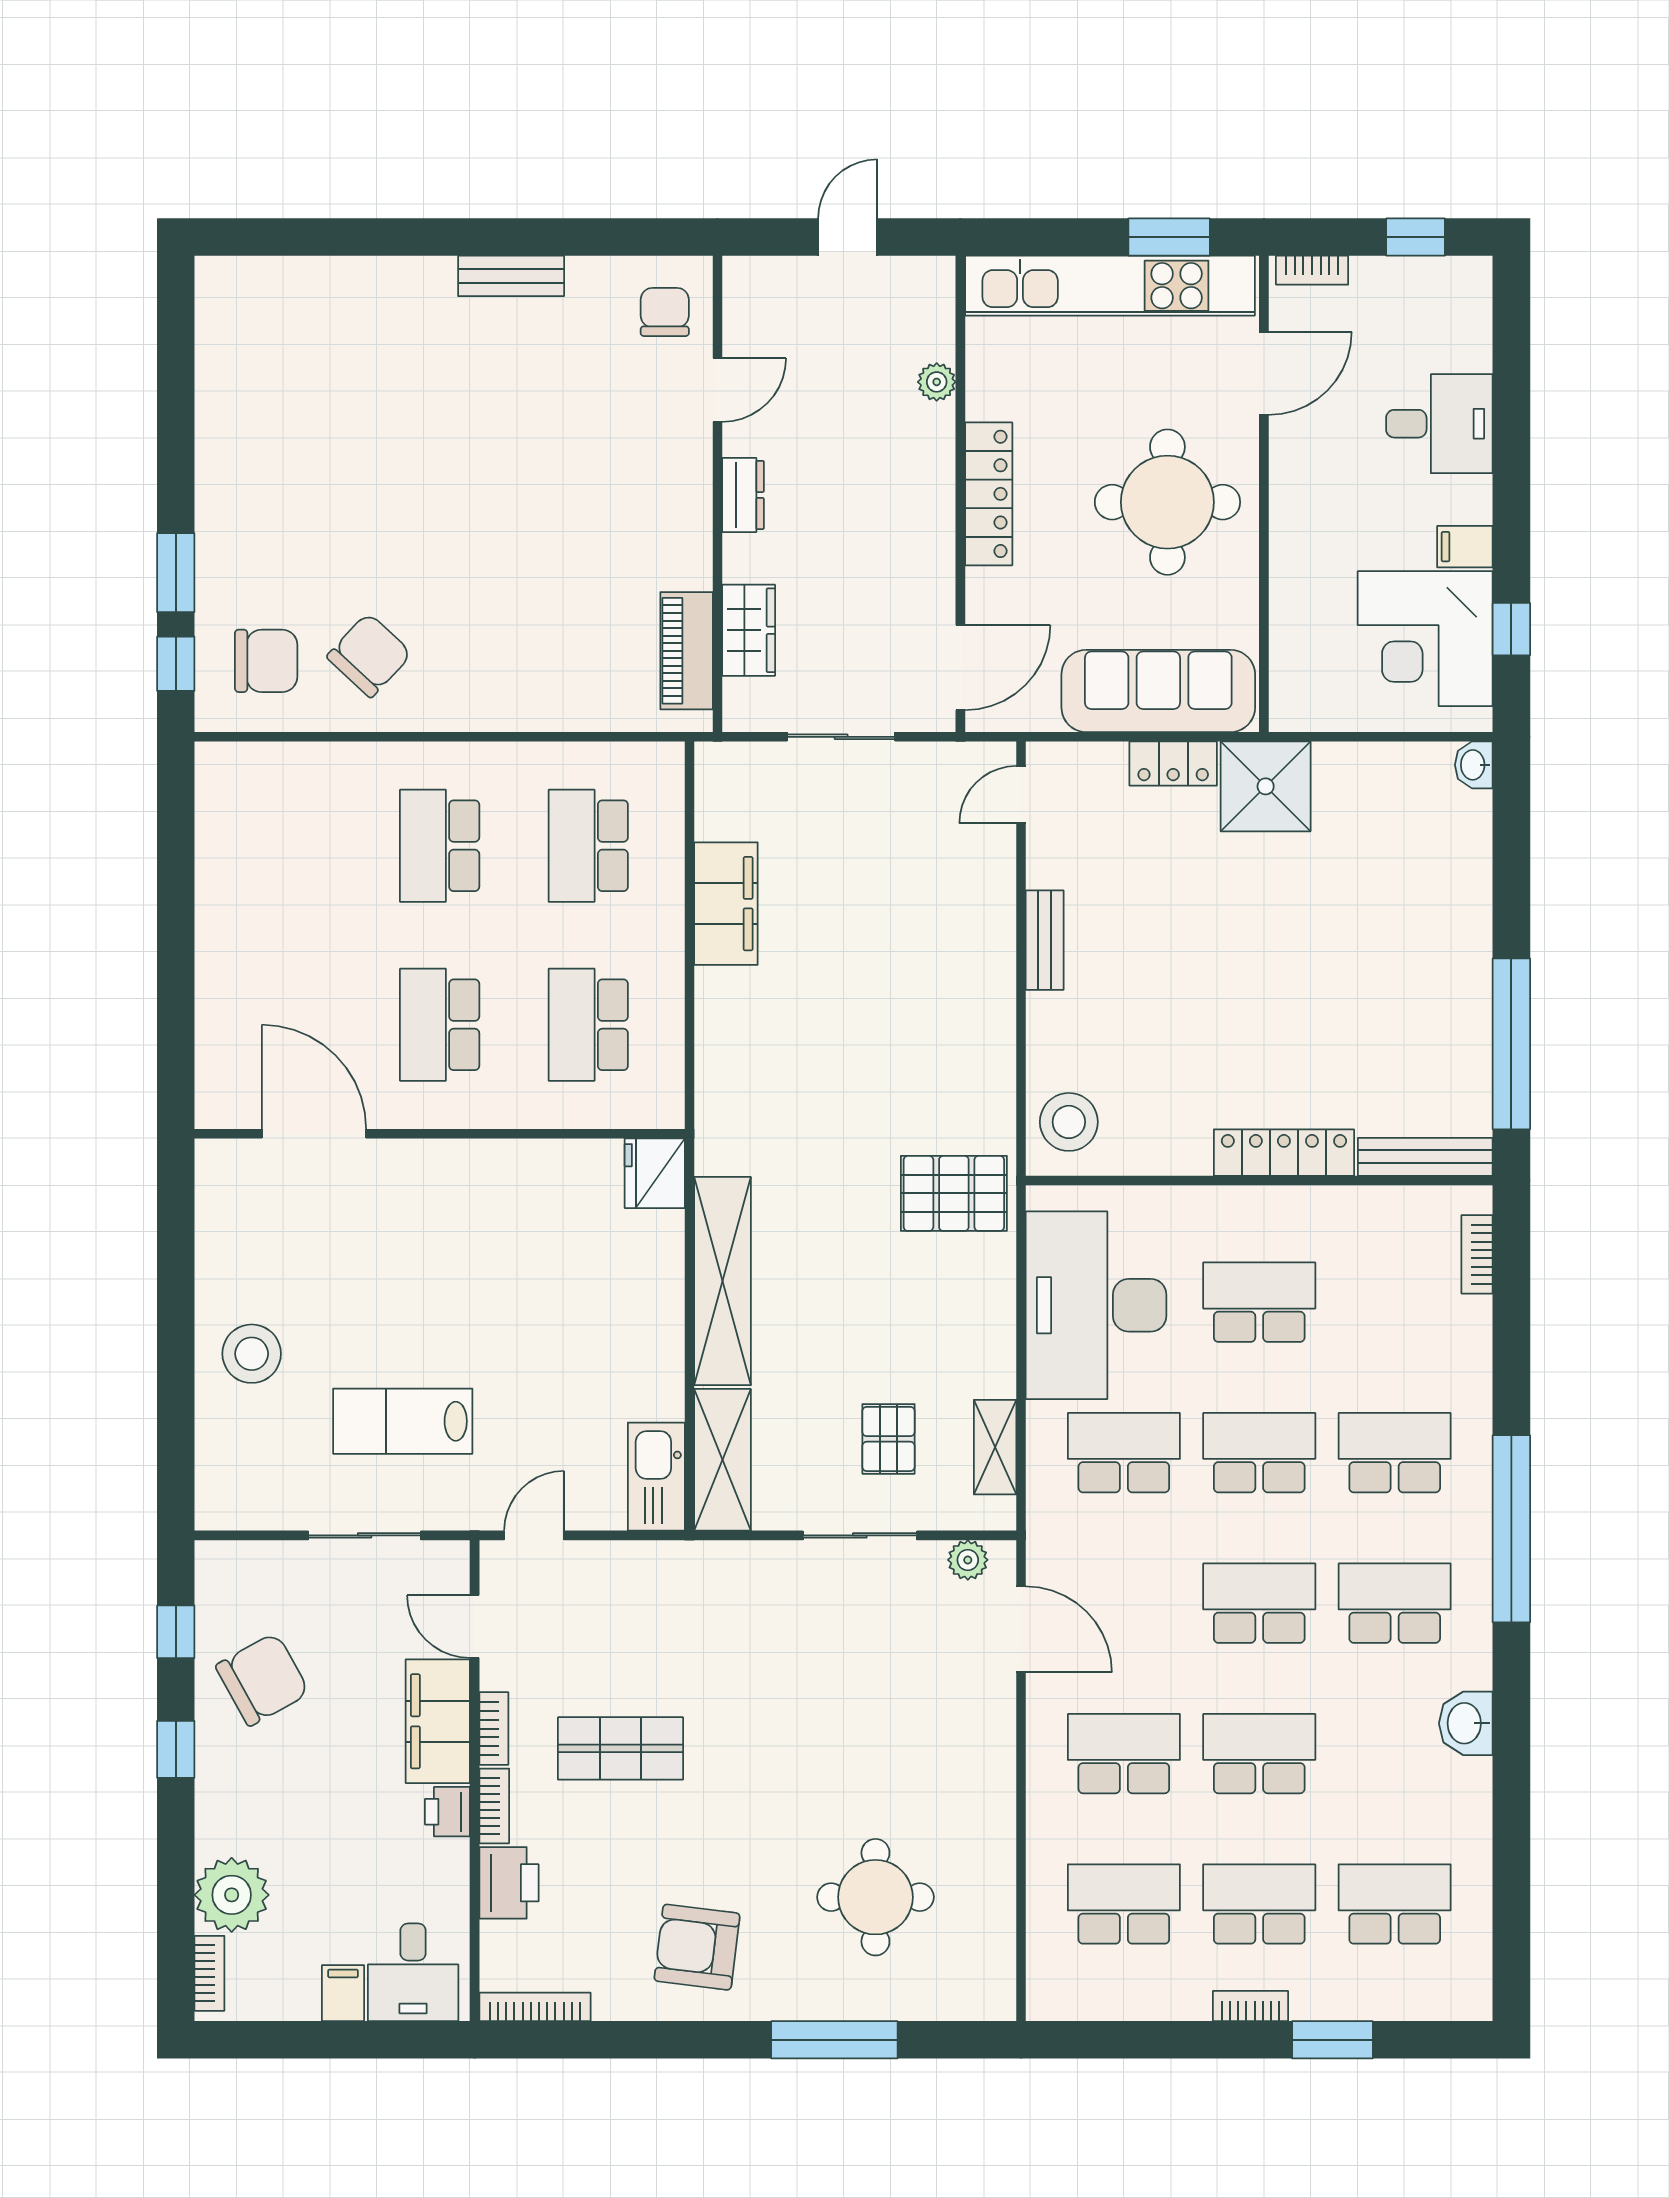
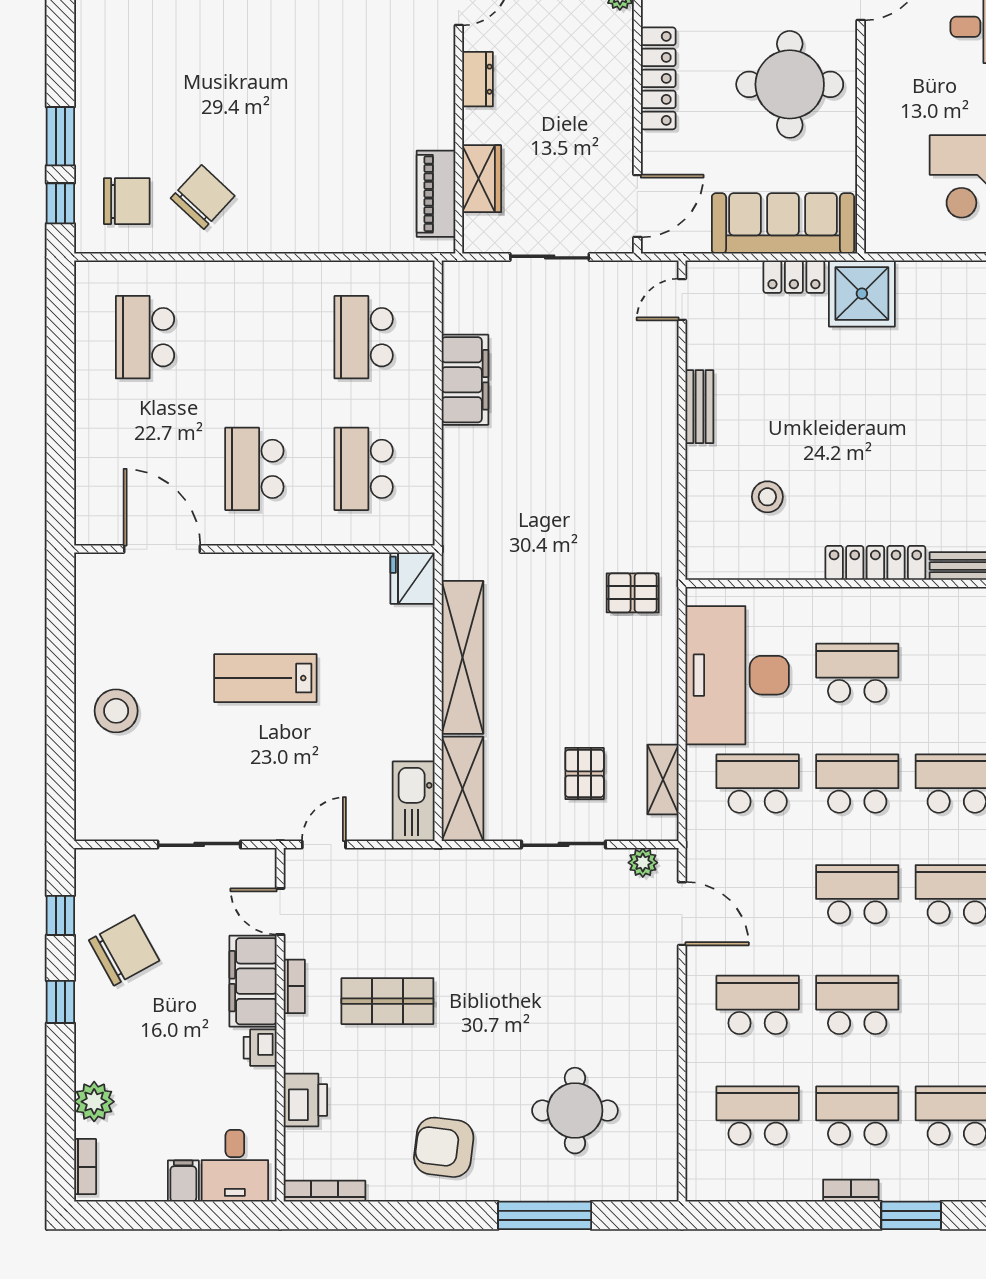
school desk: (440, 846) -> (145, 337), moved
stool: (1069, 1122) -> (767, 497), moved, width x0.73, depth x0.73
pallet: (954, 1193) -> (633, 593), width x0.67, depth x0.71
lab bench: (403, 1421) -> (265, 678), moved
bookcase: (494, 1806) -> (295, 1043), removed
plant: (232, 1895) -> (94, 1102), width x0.73, depth x0.73

